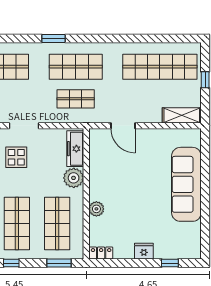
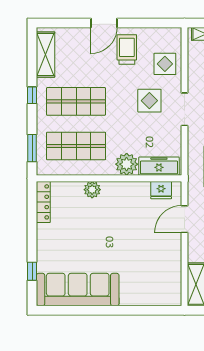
sofa: (186, 184) -> (78, 290), moved
fridge: (144, 251) -> (161, 190), moved, turned 90
locker: (101, 253) -> (43, 202), width x1.53

